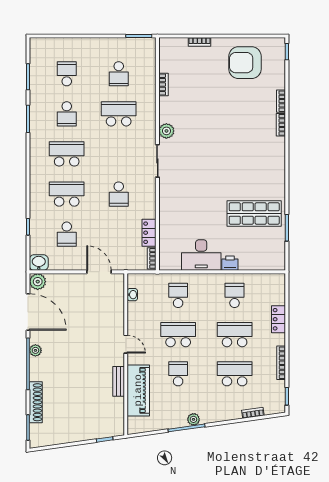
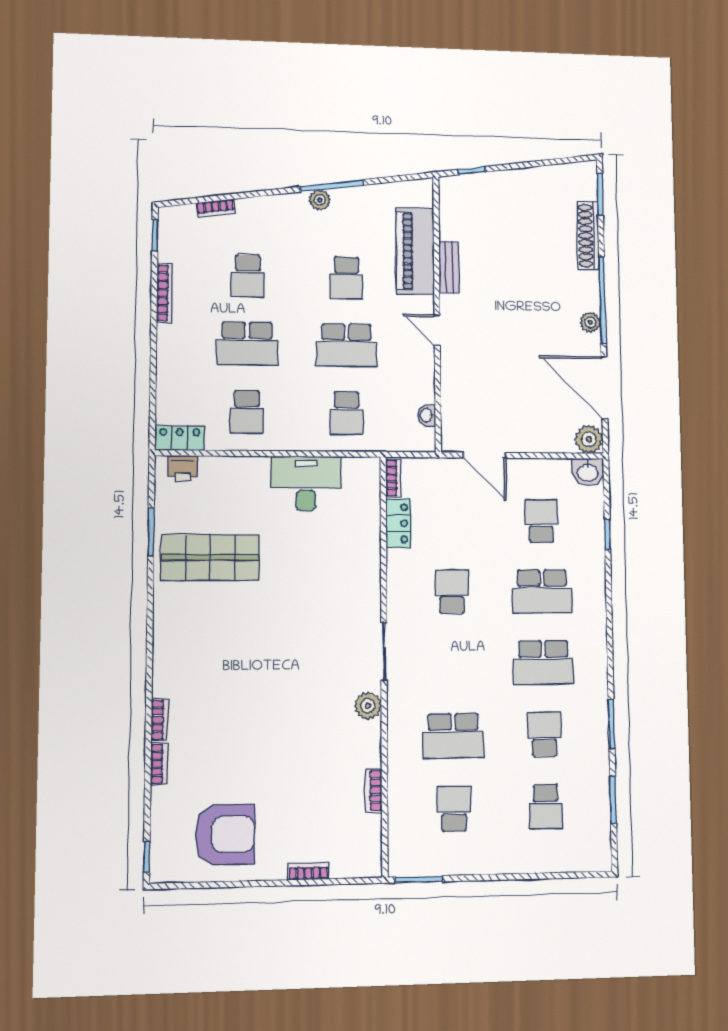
printer: (230, 263) -> (183, 468), moved
locker: (279, 319) -> (180, 438), moved, turned -90
school desk: (235, 374) -> (248, 276), width x0.54

